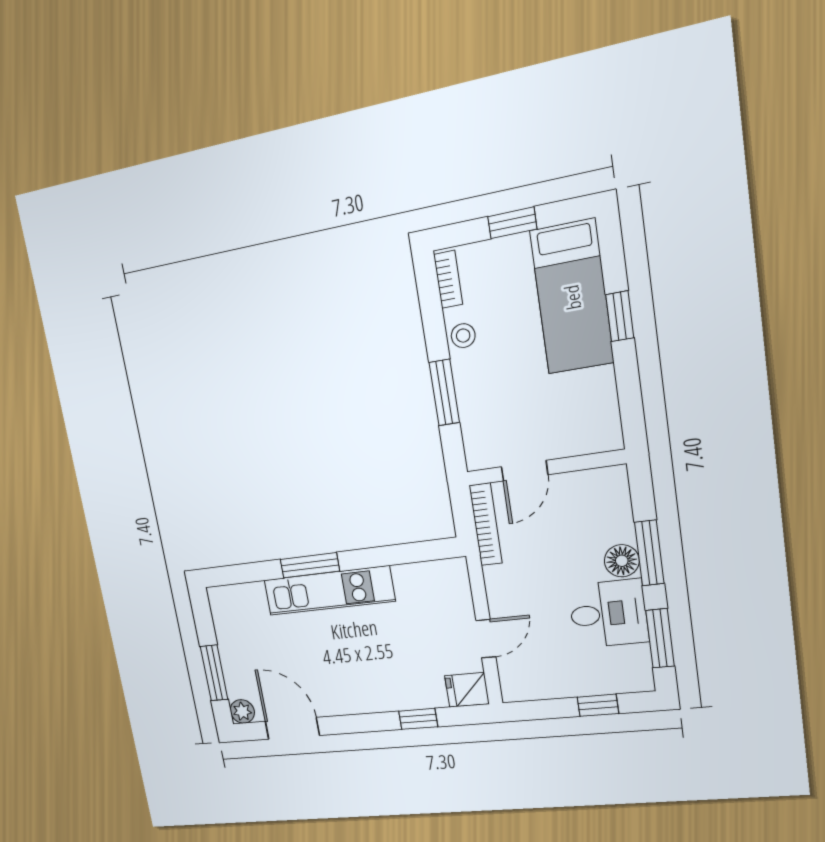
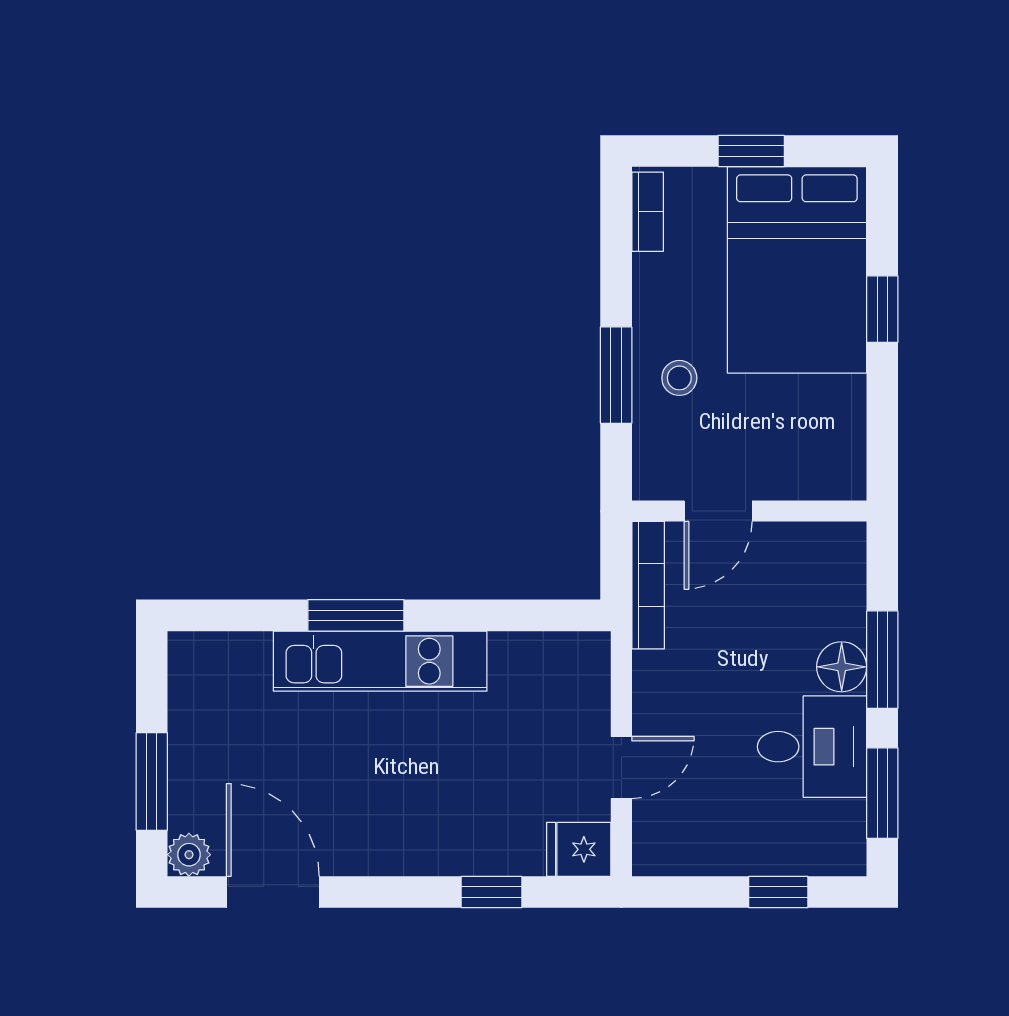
bed: (572, 297) -> (797, 270), width x1.50
stool: (463, 336) -> (679, 378), moved

